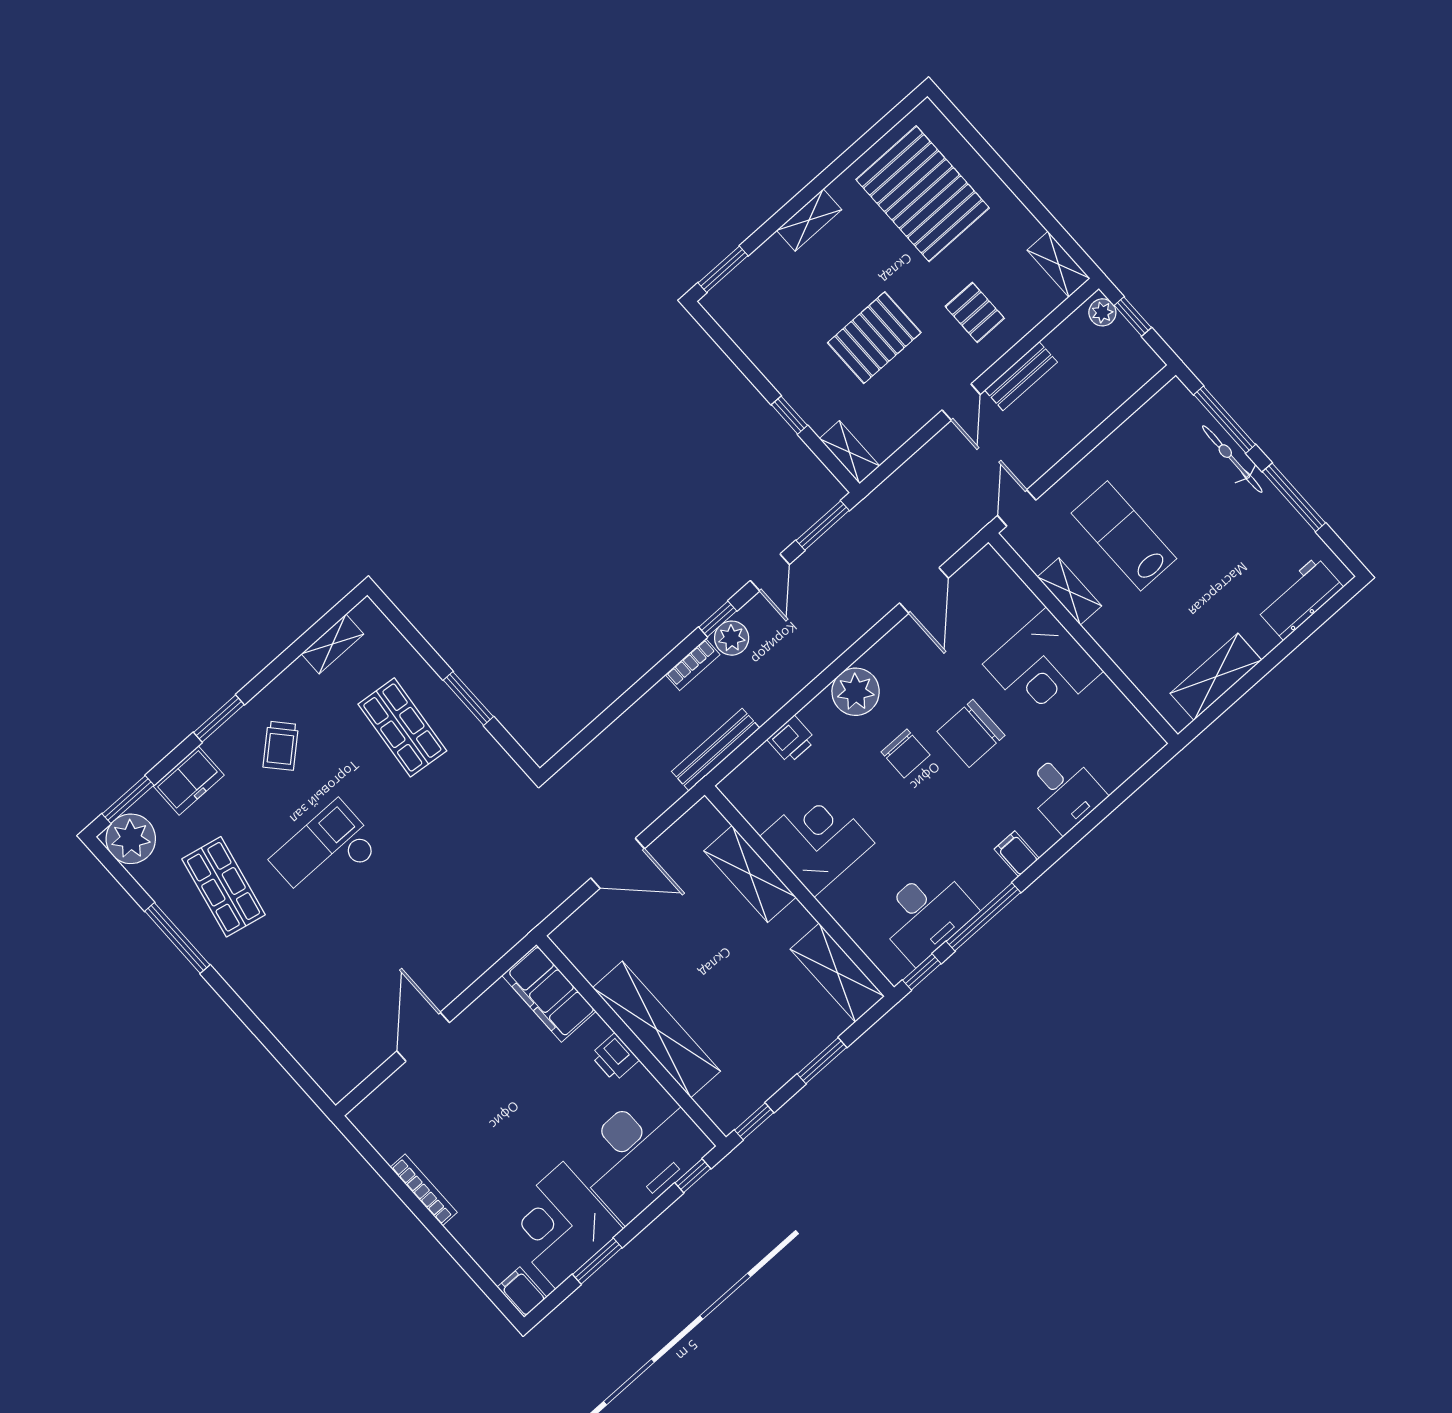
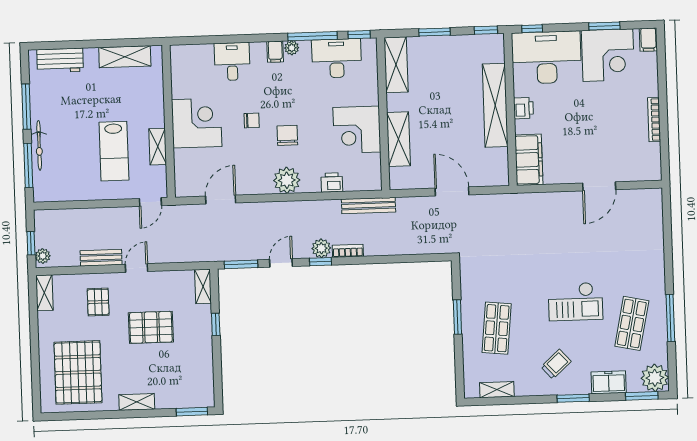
chair: (971, 733) -> (252, 120), width x0.54, depth x0.54
plant: (999, 878) -> (292, 48), added

